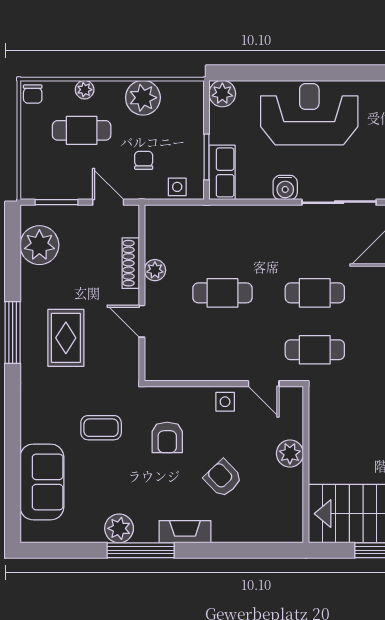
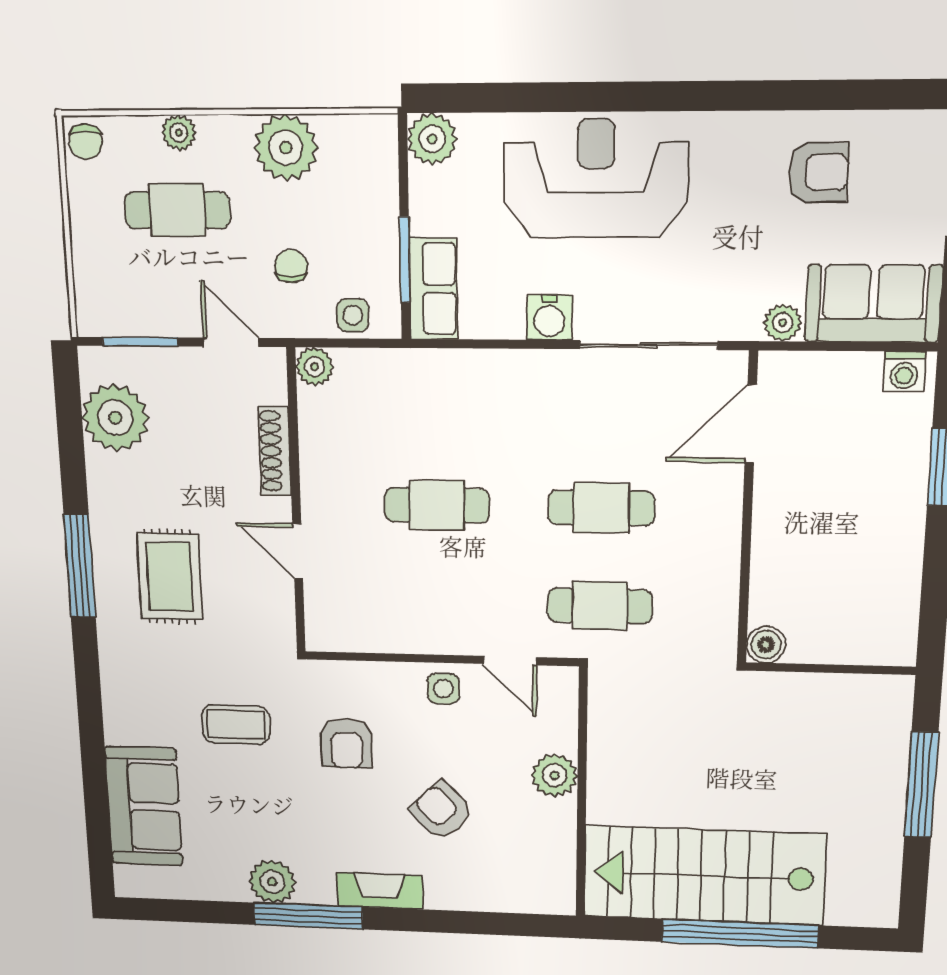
plant: (155, 270) -> (315, 367), moved

